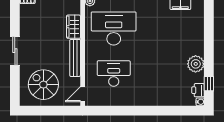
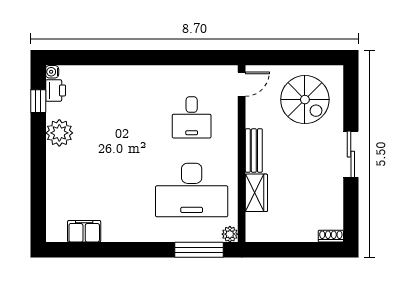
bench: (75, 58) -> (254, 150), width x0.73
desk: (114, 74) -> (192, 117), width x0.73

